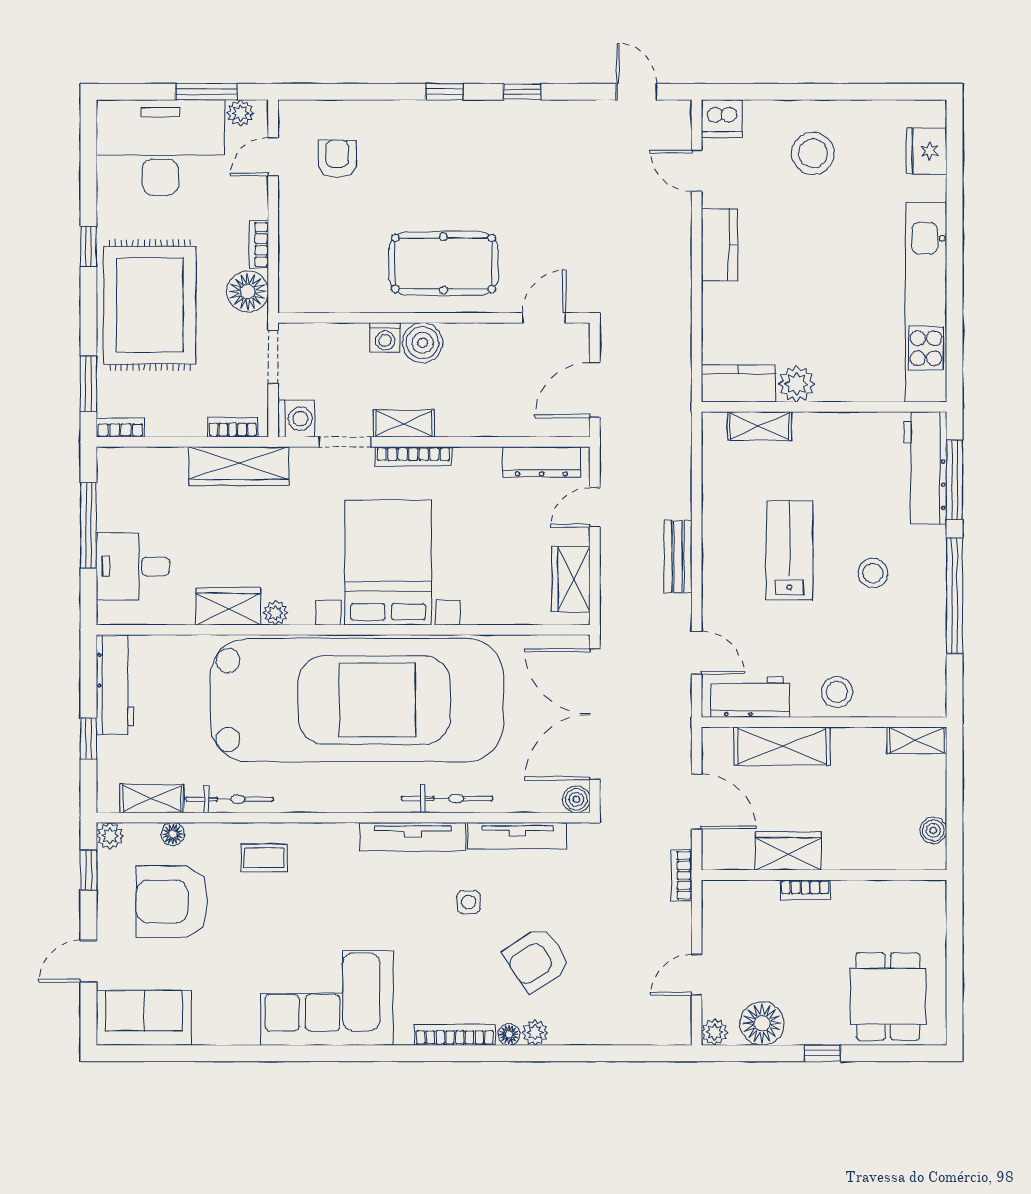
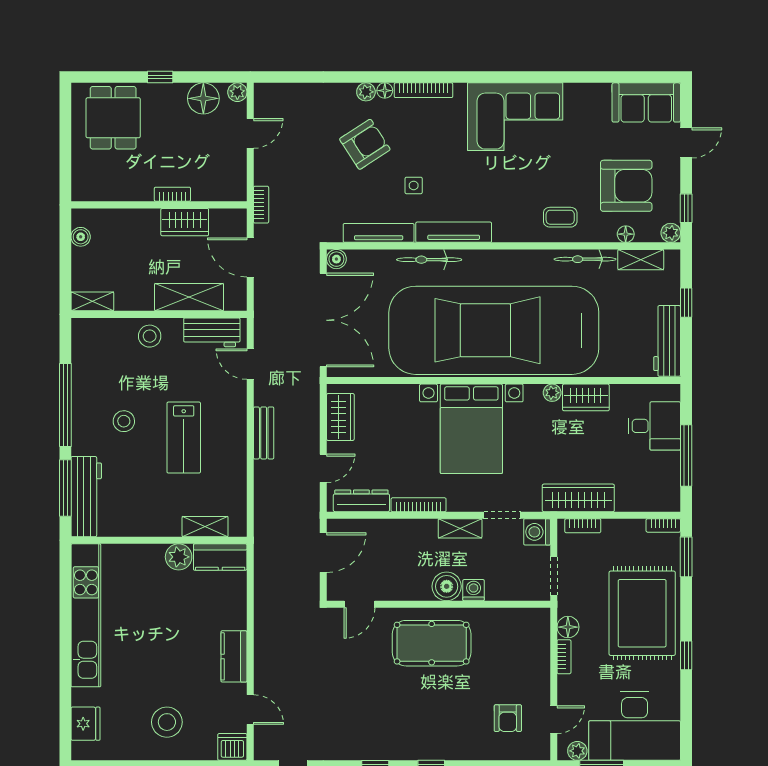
floor lamp: (248, 292) -> (568, 627), width x0.73, depth x0.73
bookcase: (413, 457) -> (419, 505), moved

